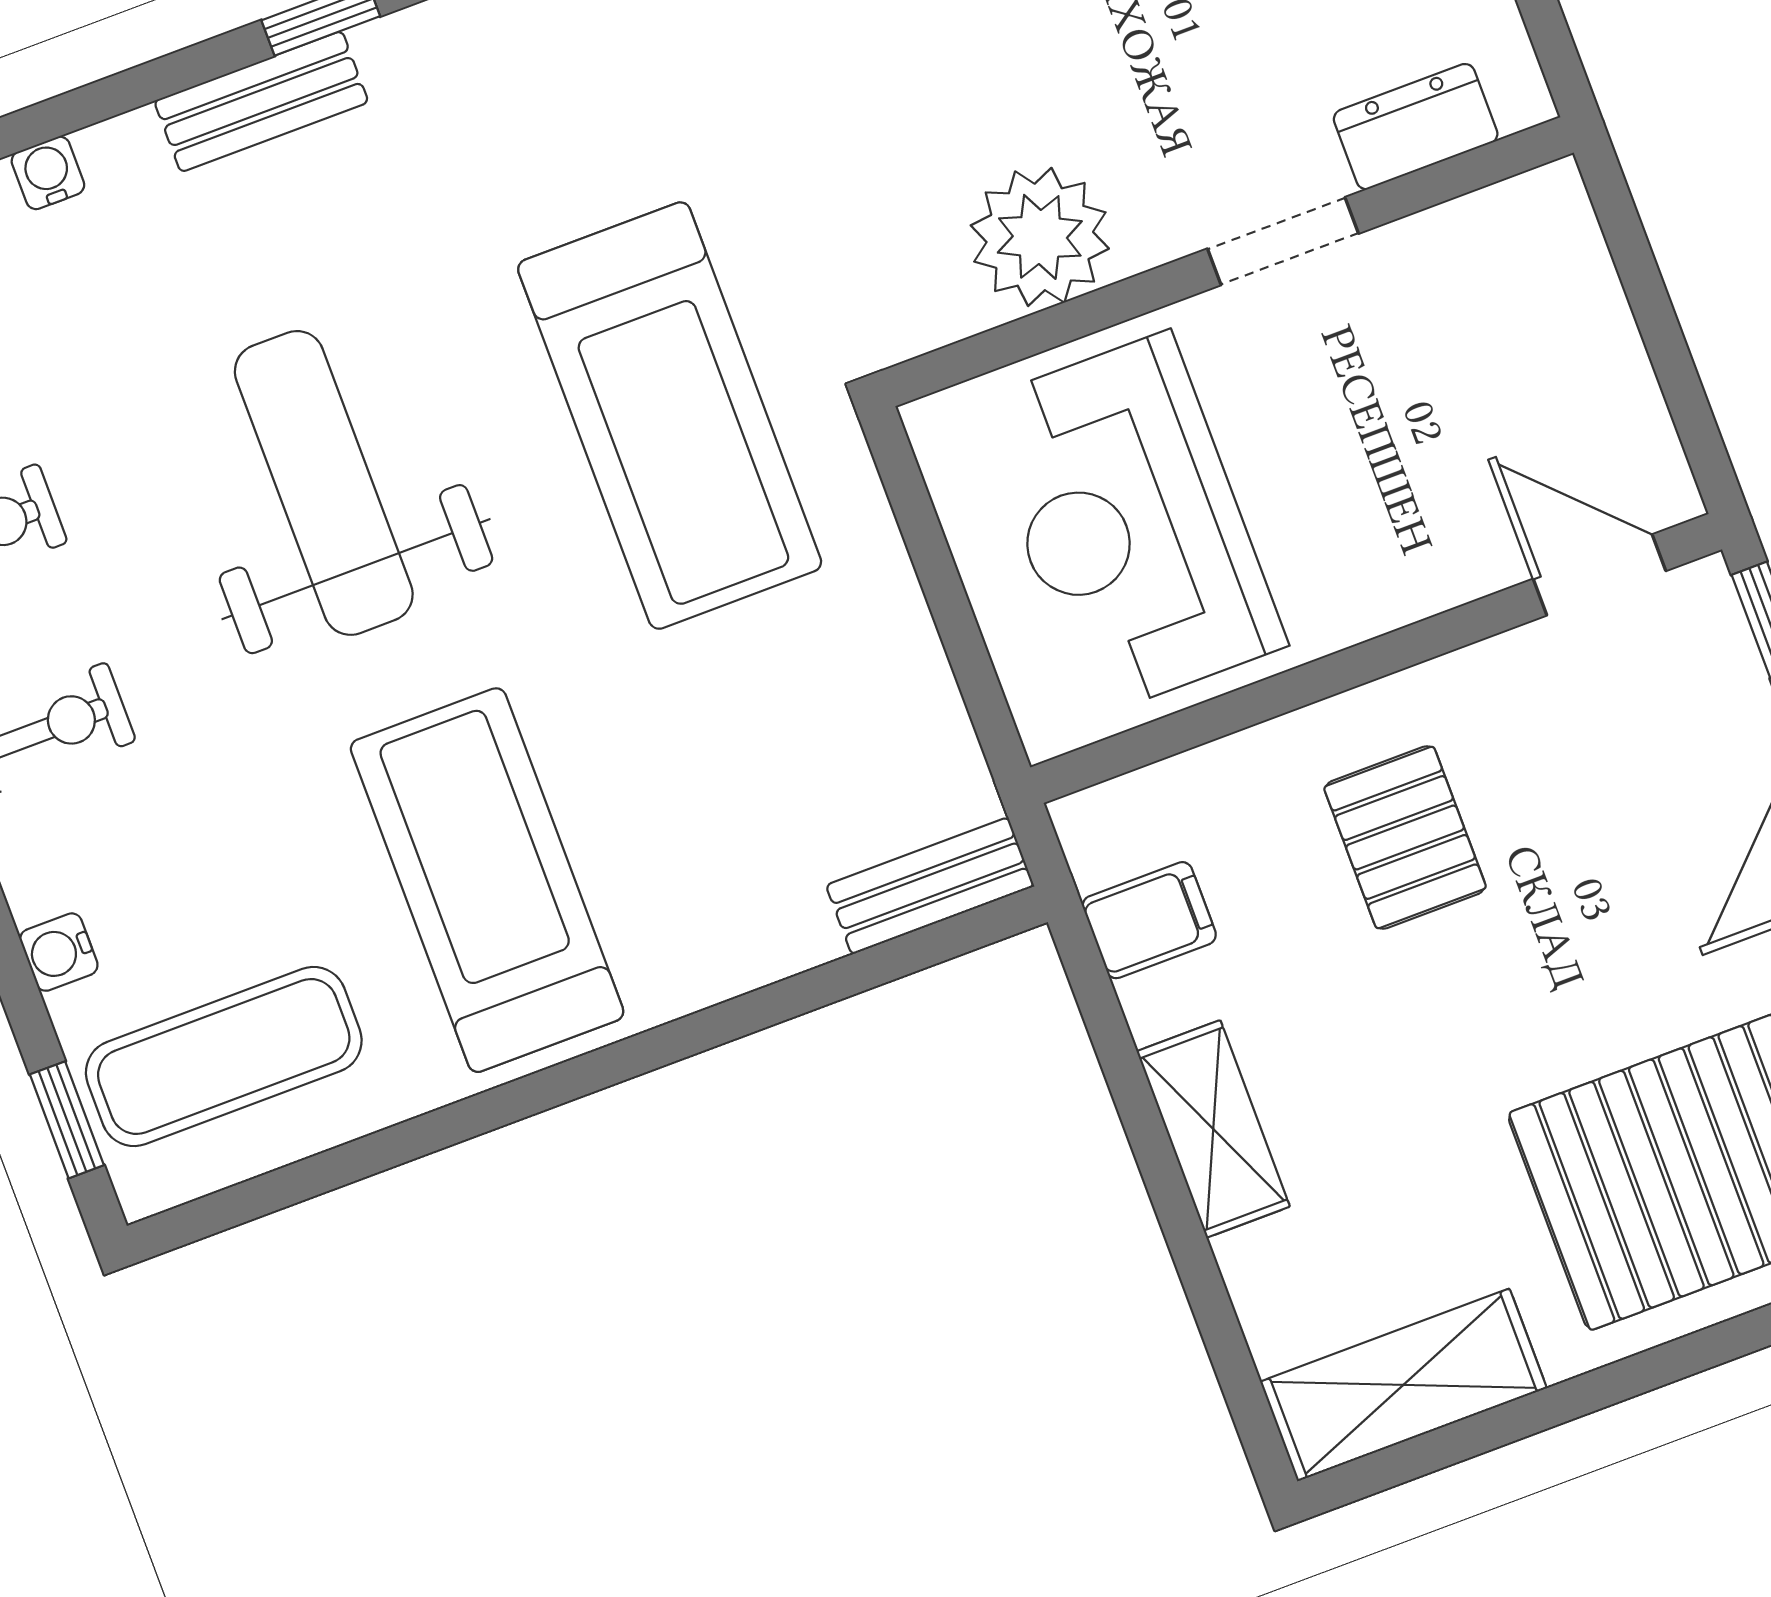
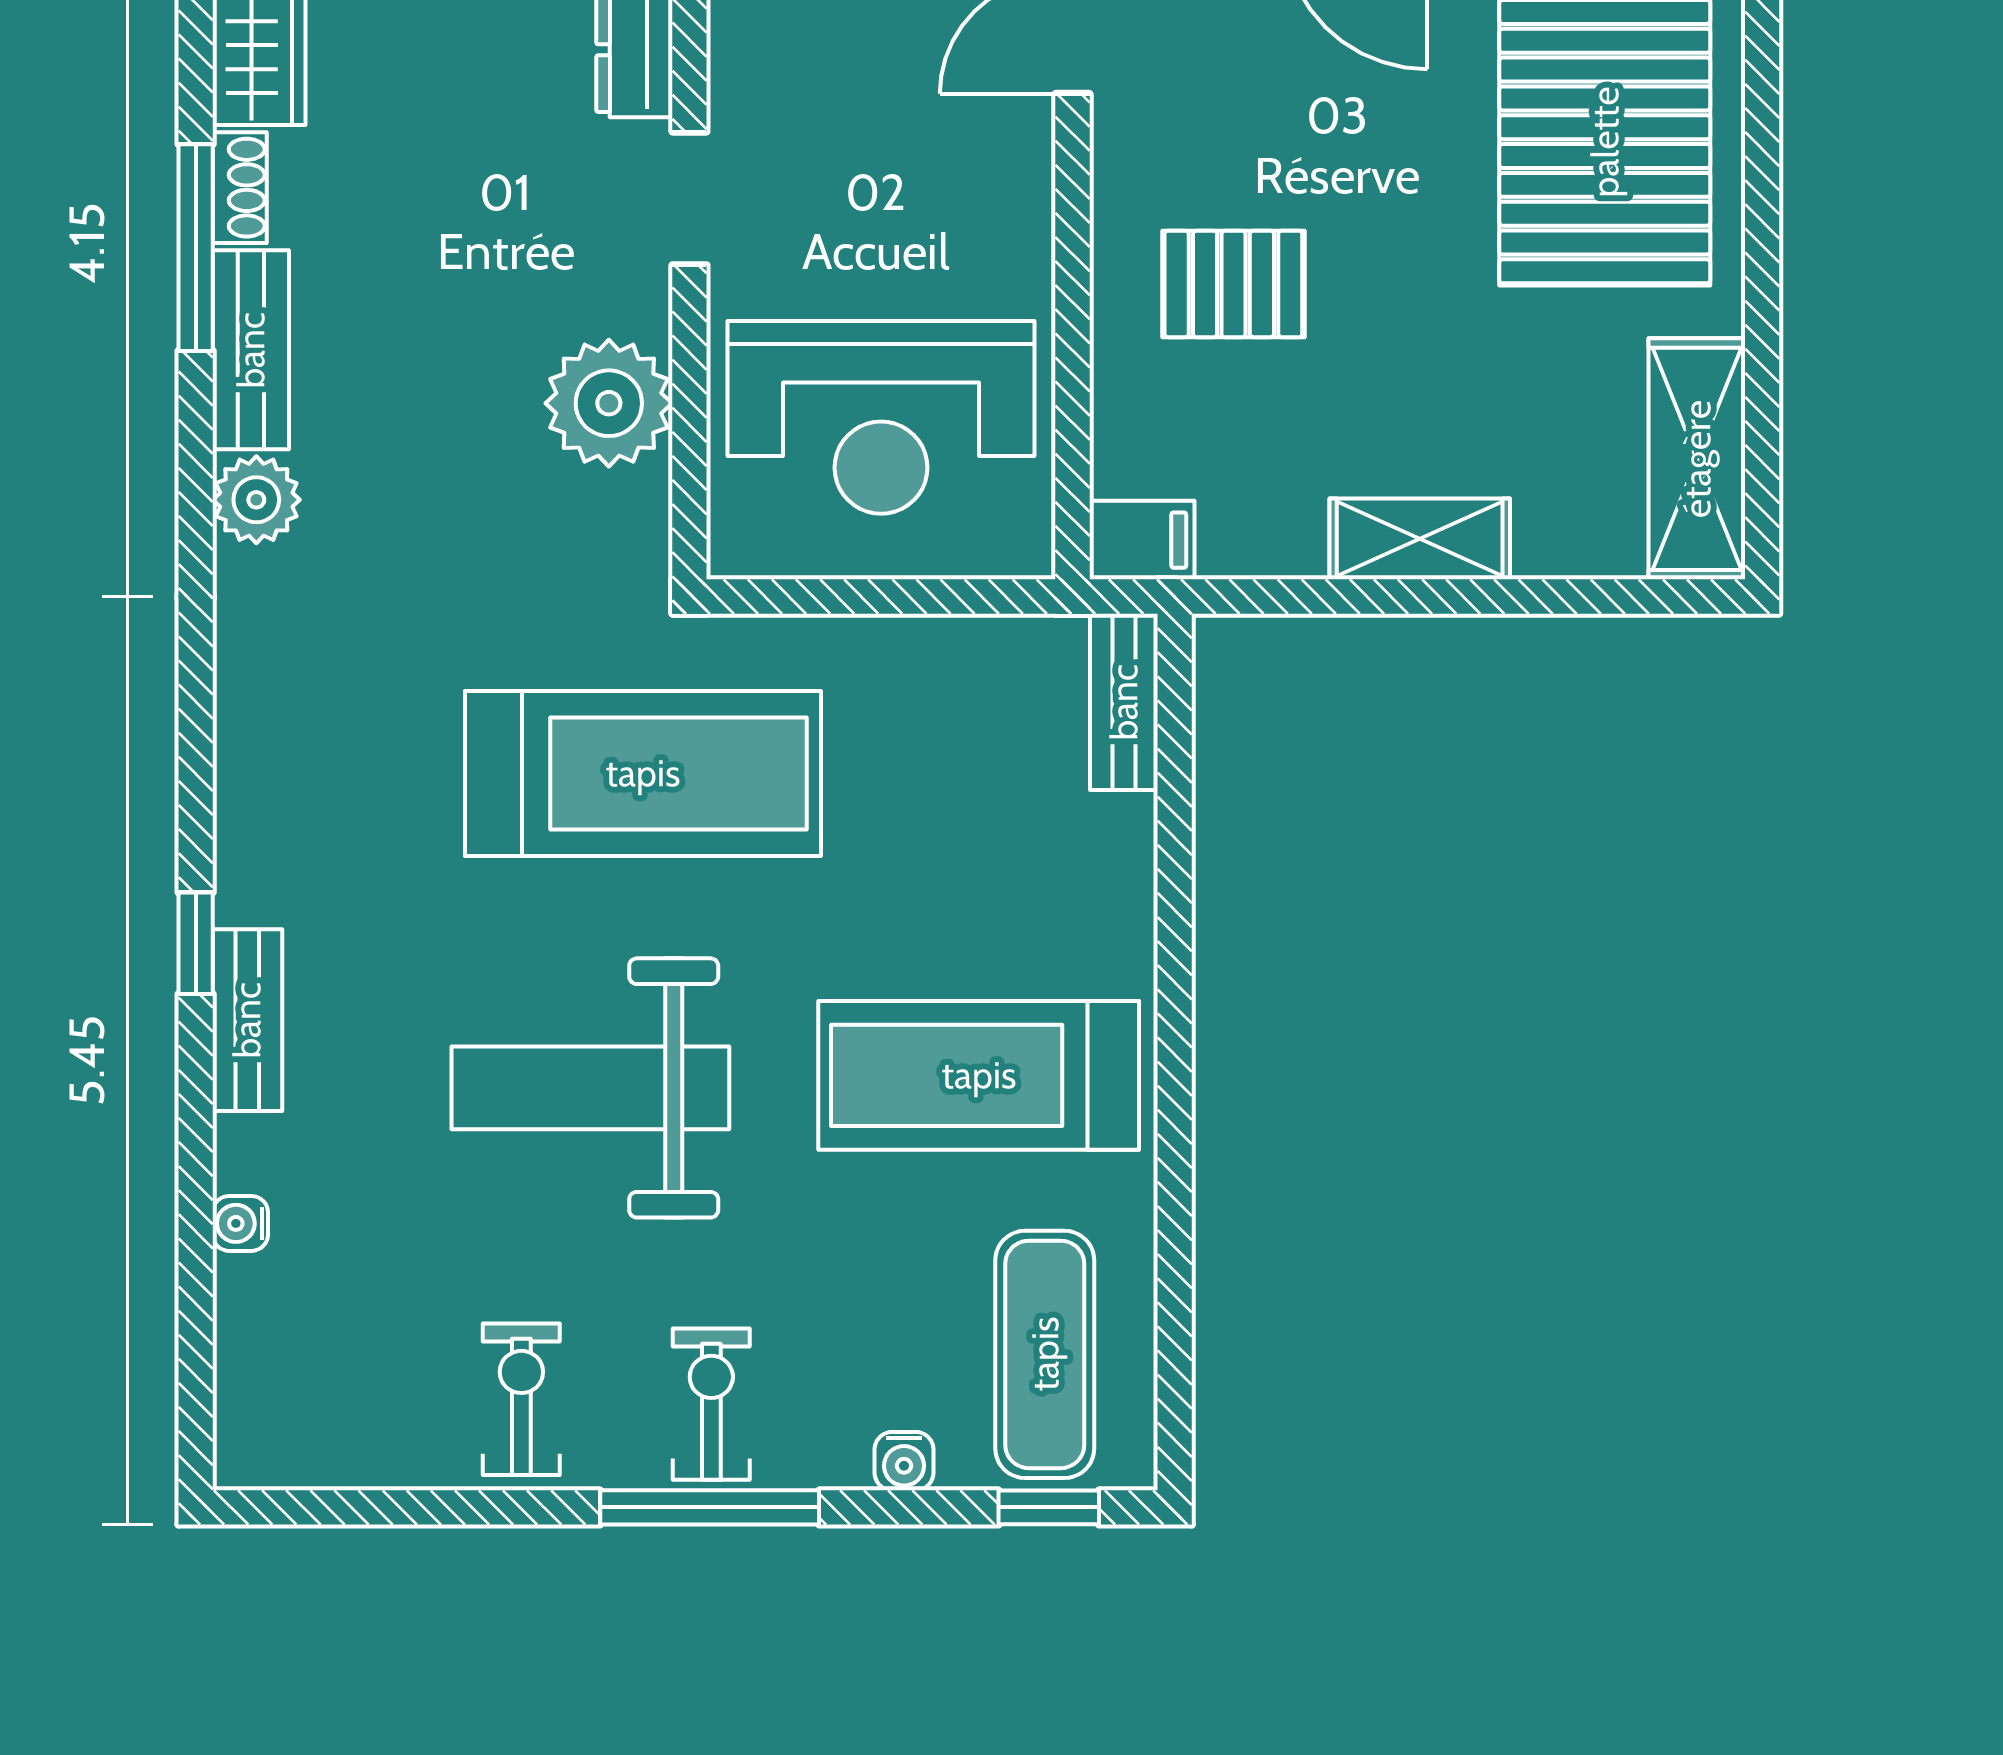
filing cabinet: (1149, 920) -> (1142, 540), moved, turned 90

